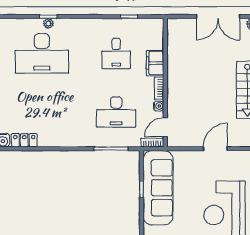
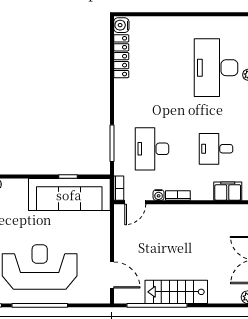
filing cabinet: (155, 63) -> (228, 191), moved
door: (165, 127) -> (135, 202), swing flipped
locker: (24, 140) -> (121, 56), width x1.53
door: (215, 149) -> (112, 275), moved

